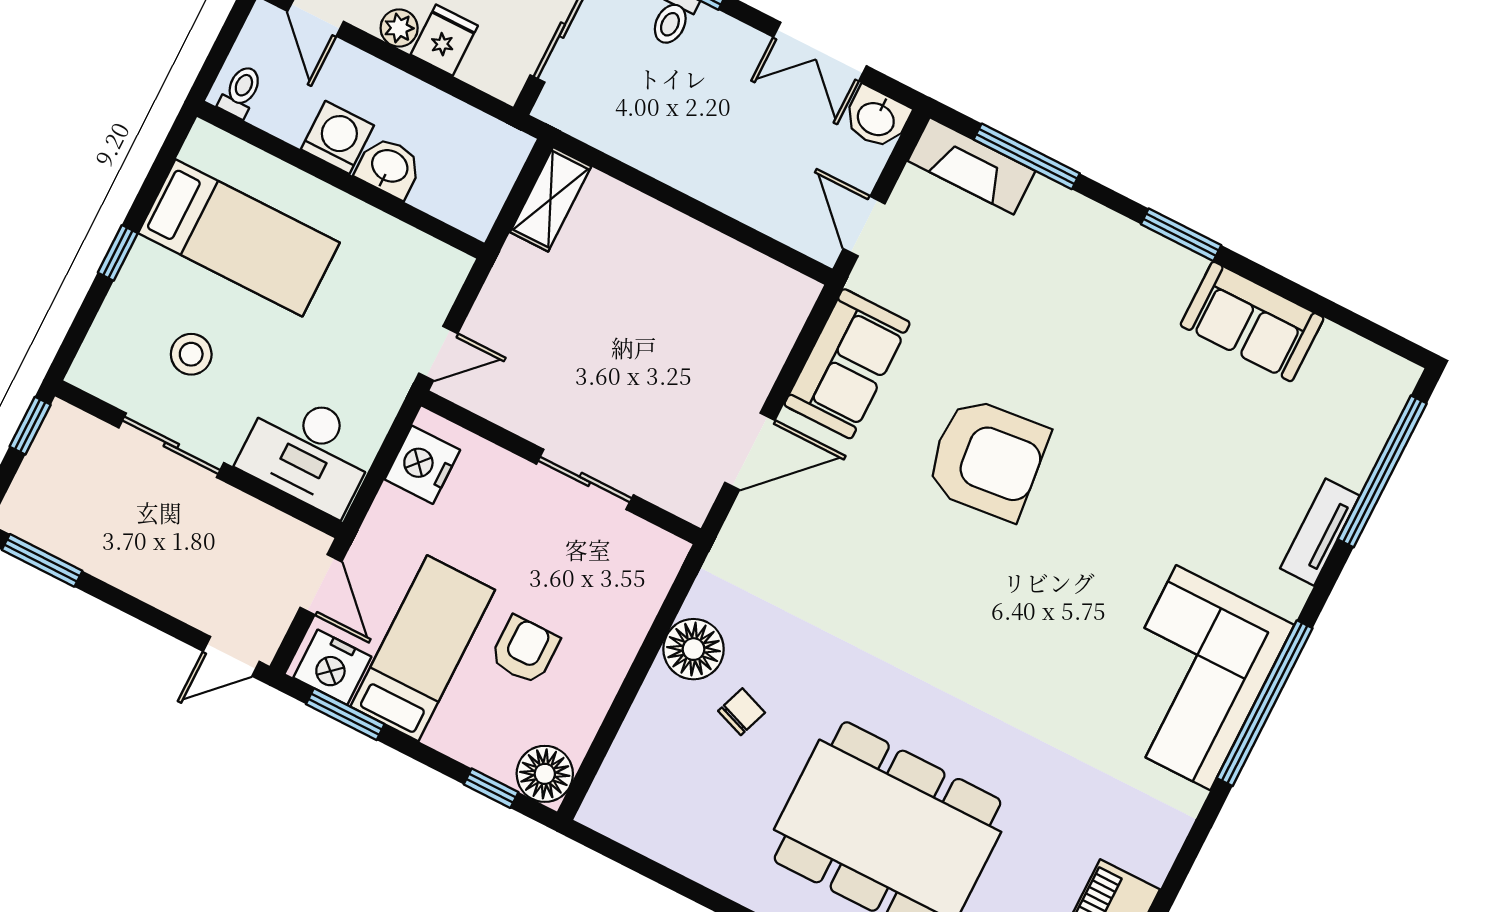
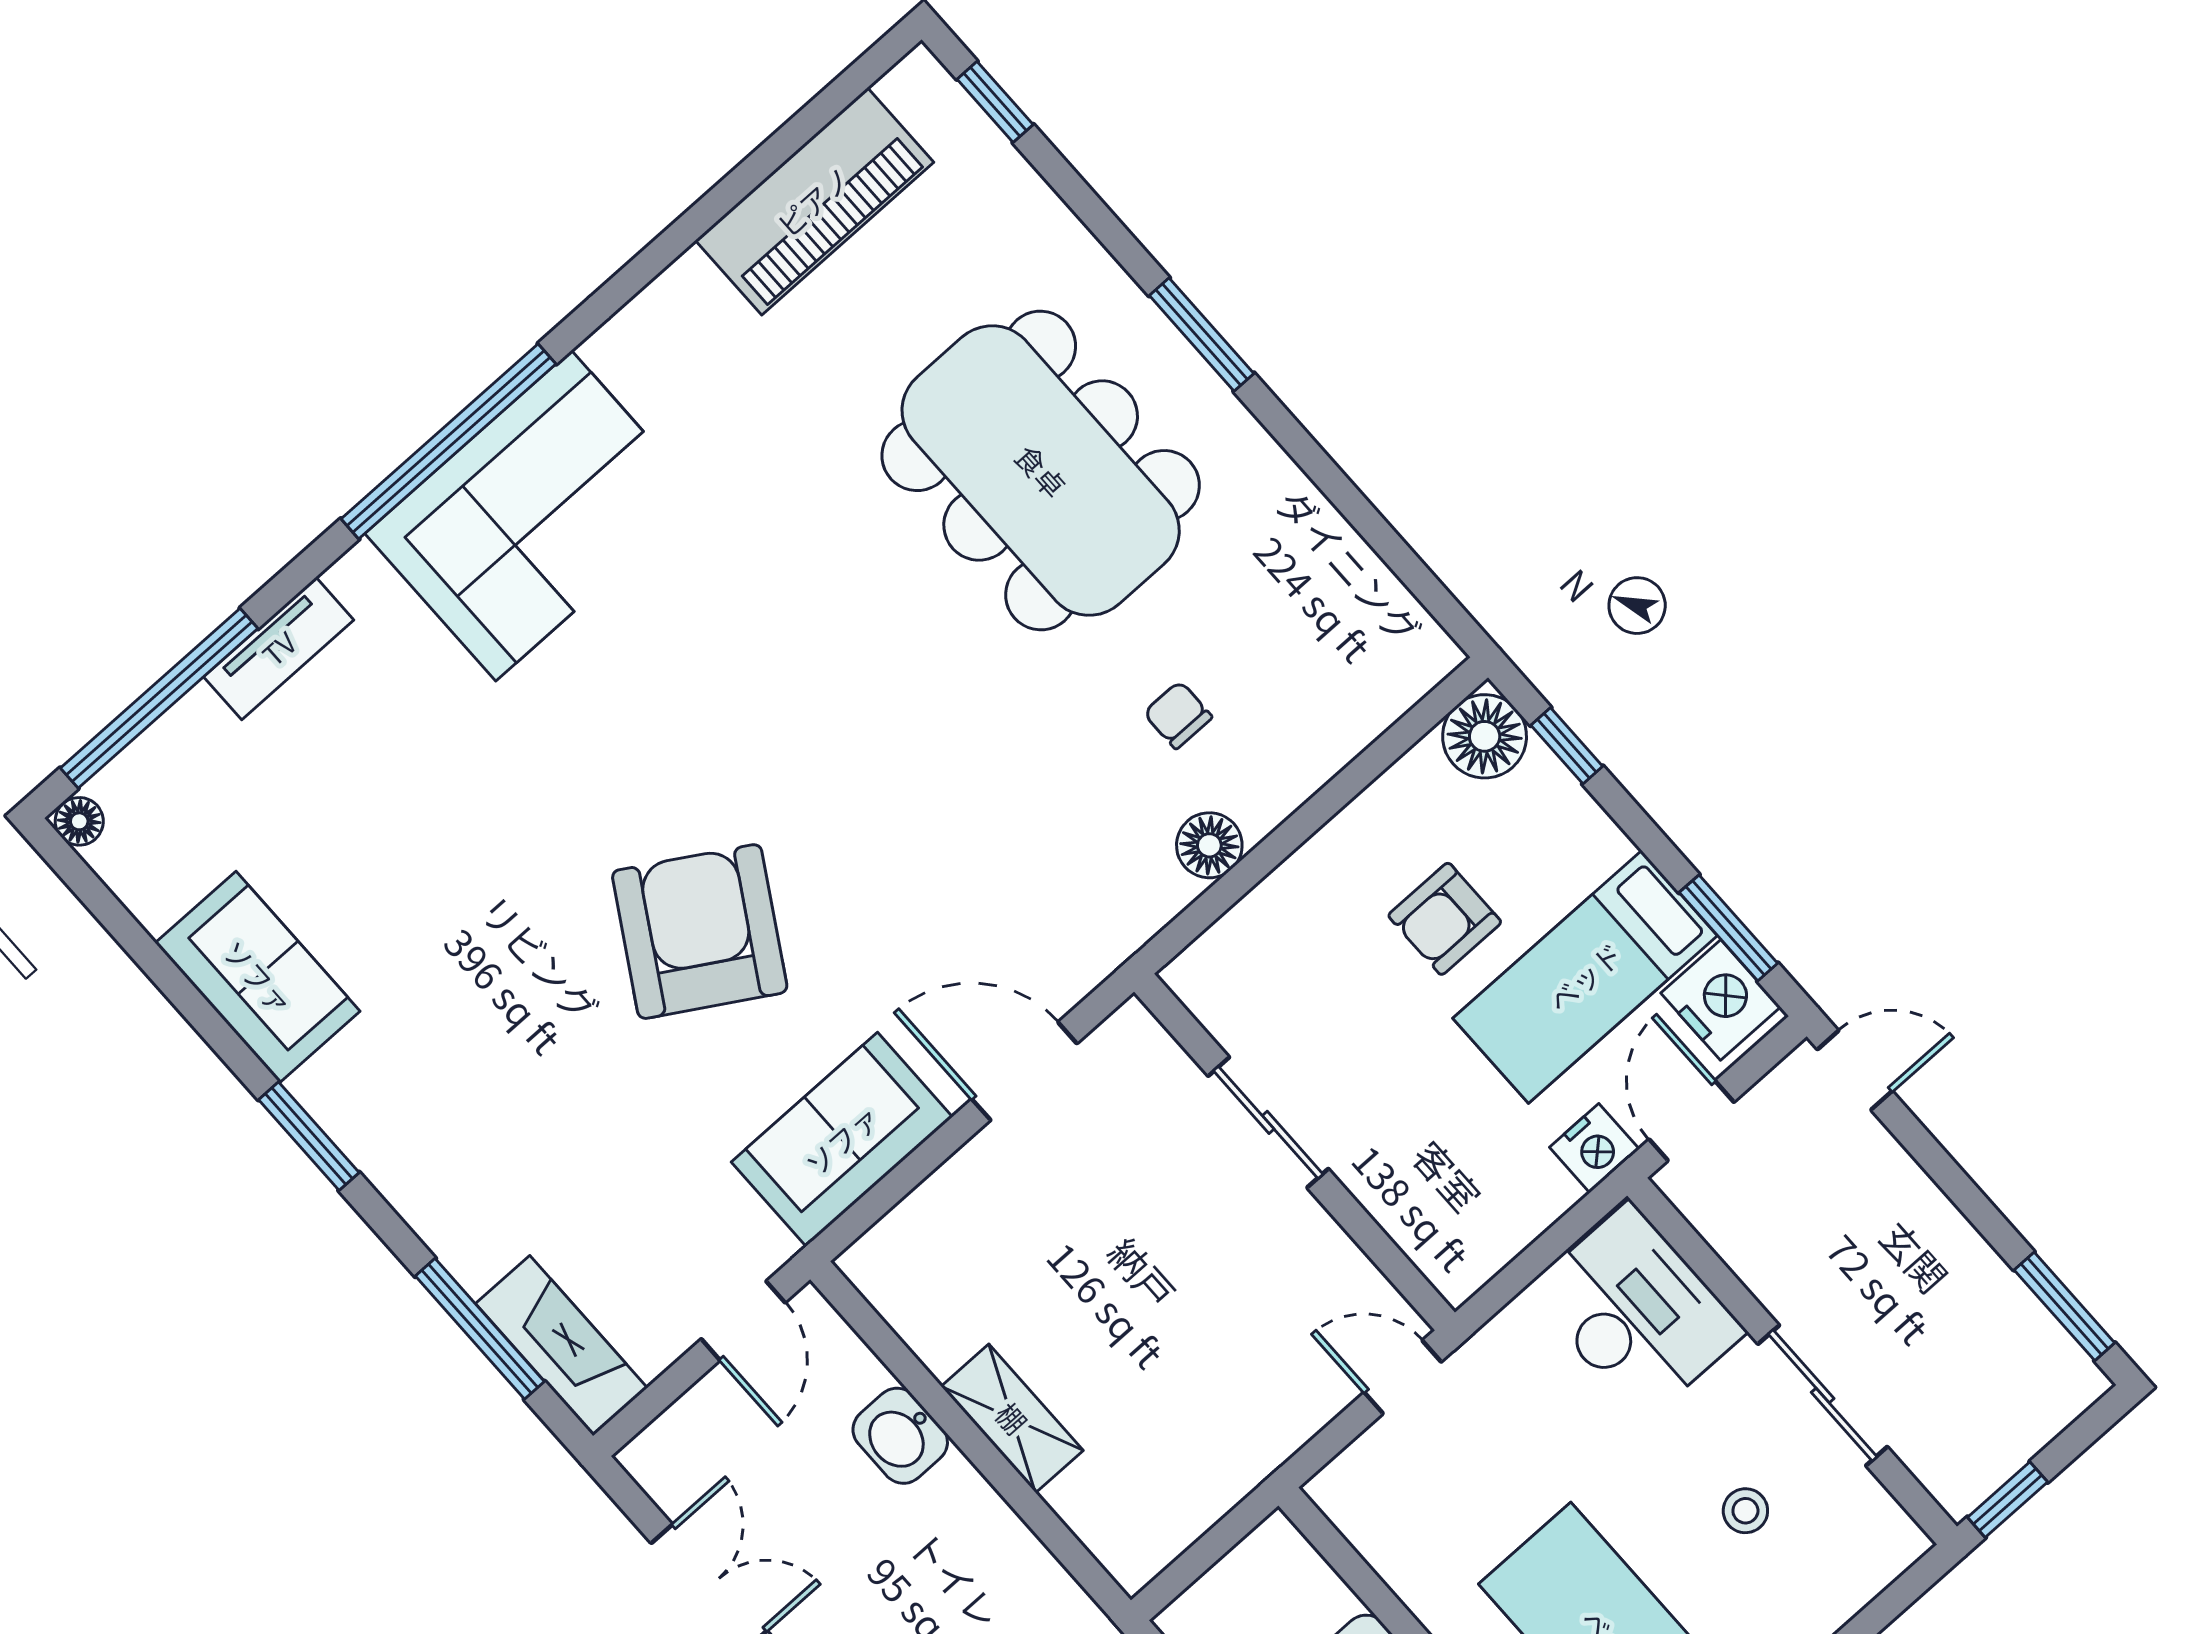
washbasin: (876, 118) -> (900, 1436), moved, turned 180
shelving: (551, 199) -> (1012, 1418), moved, turned 90
stool: (191, 354) -> (1745, 1511), width x0.73, depth x0.73
floor lamp: (1402, 375) -> (79, 821), added
armchair: (987, 459) -> (700, 932), turned 37
nightstand: (422, 465) -> (1594, 1148), moved, width x0.74, depth x0.75
floor lamp: (694, 649) -> (1209, 845), width x0.73, depth x0.73
chair: (742, 712) -> (1178, 715), turned 70

